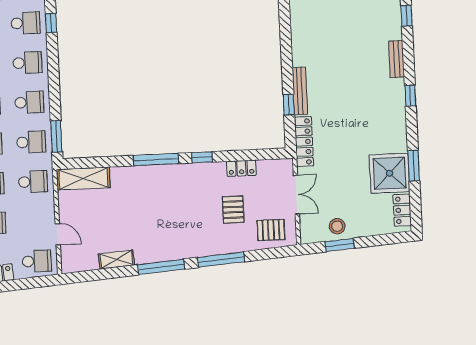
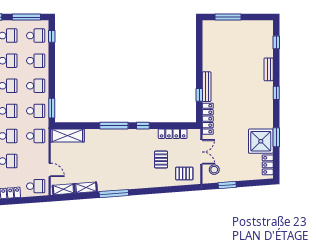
locker: (241, 168) -> (173, 134), width x1.53
stool: (337, 226) -> (214, 170), moved
window: (221, 260) -> (152, 191), removed
shelving: (81, 264) -> (63, 189), added

